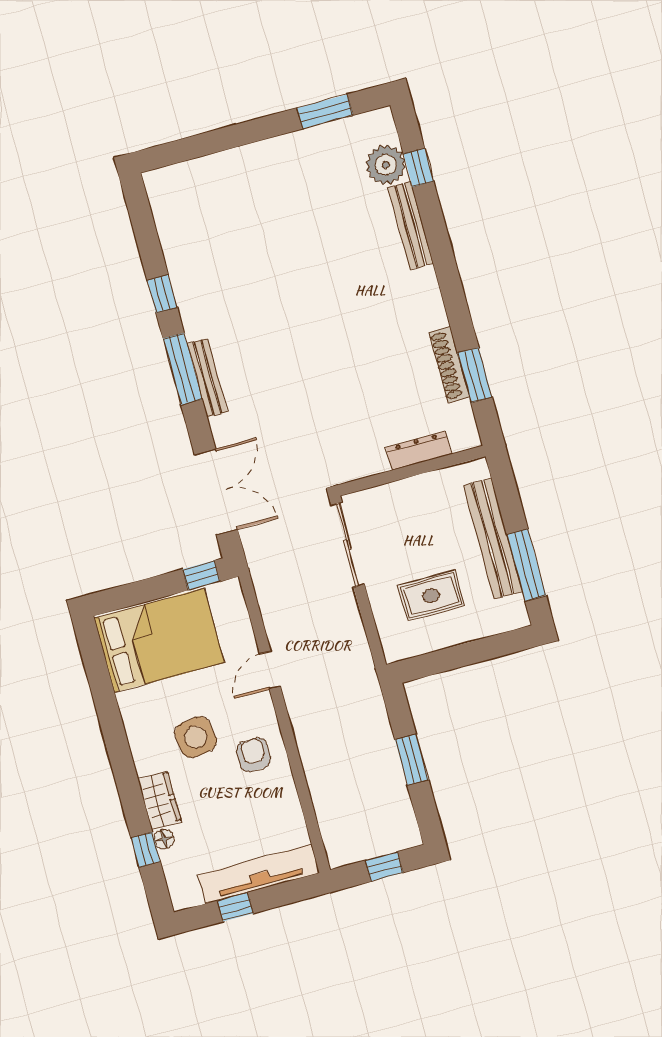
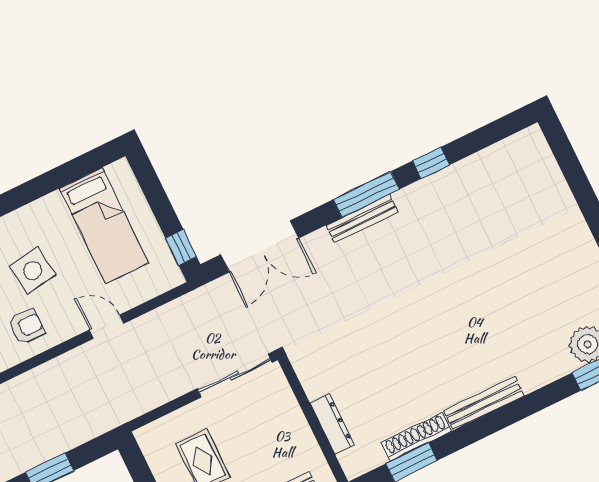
bench: (411, 225) -> (484, 403), moved
bed: (159, 640) -> (104, 225), width x0.67

